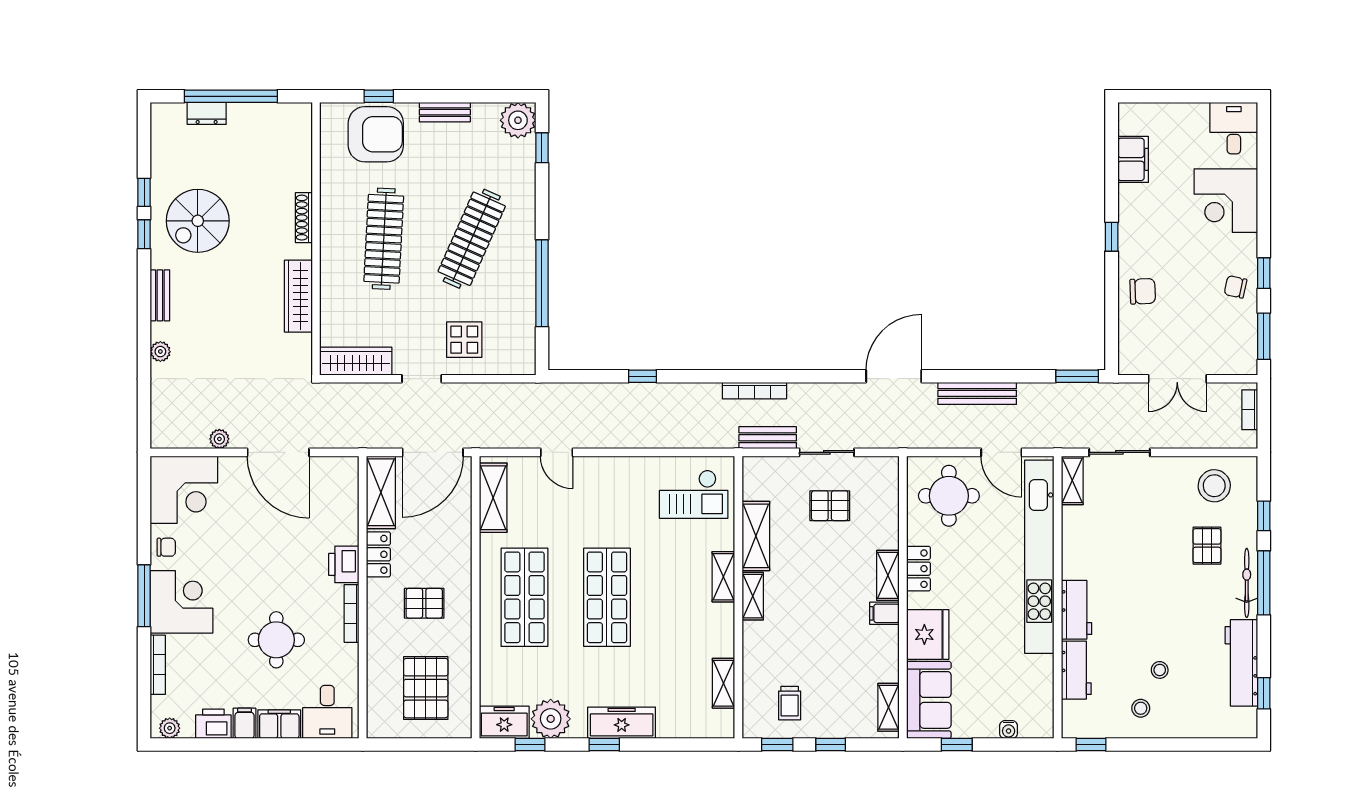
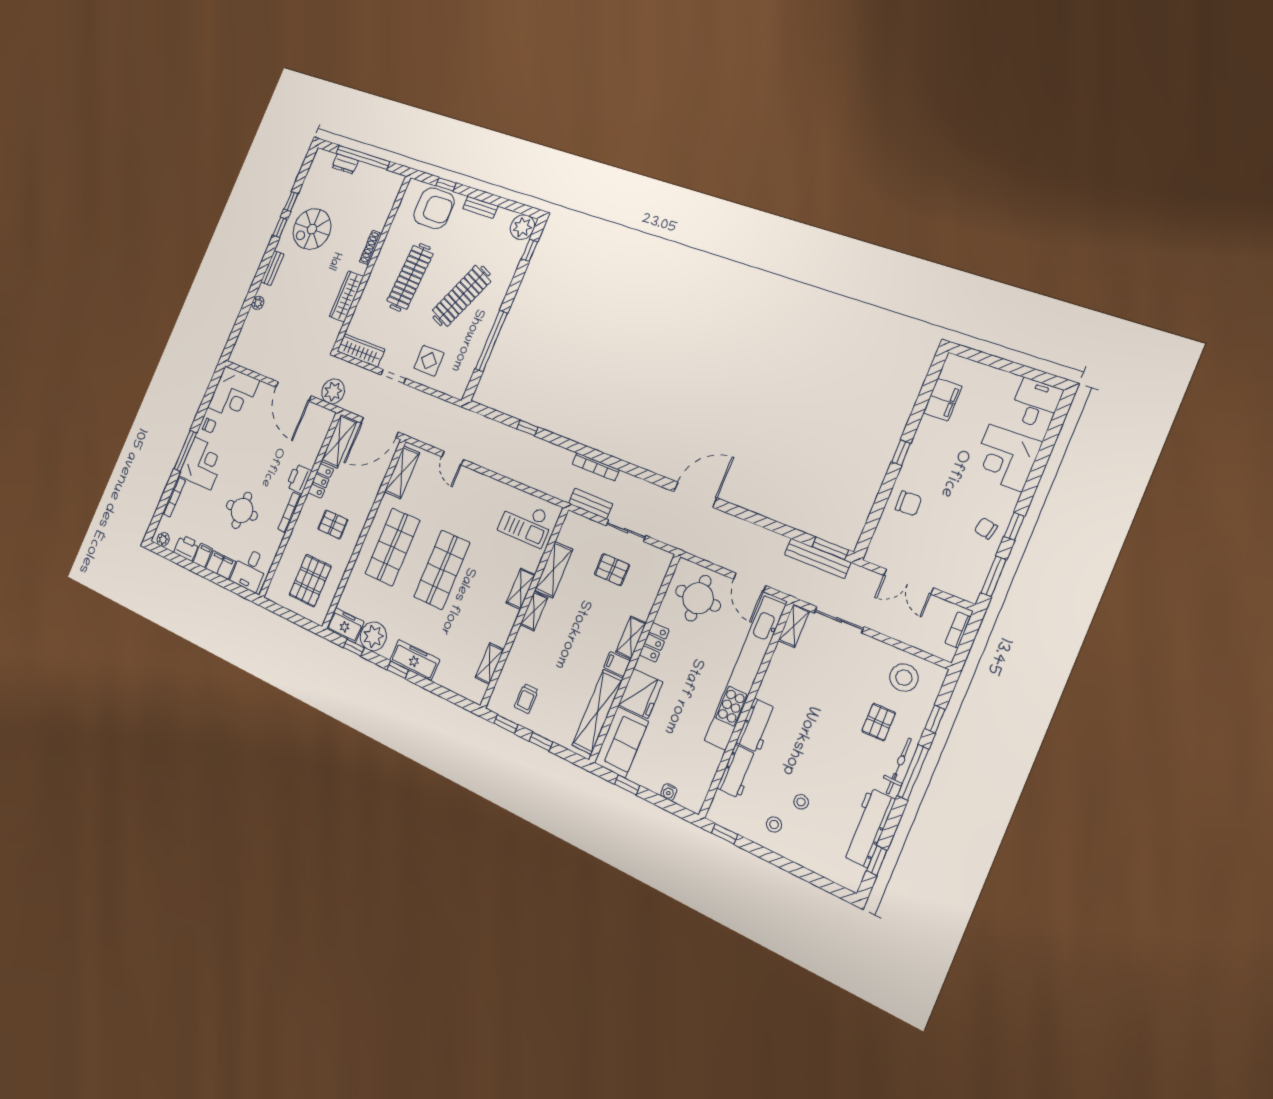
bench: (977, 393) -> (817, 558), moved
plant: (219, 439) -> (333, 391), moved, width x1.88, depth x1.88
shelving: (888, 707) -> (597, 712), width x2.20, depth x1.33

